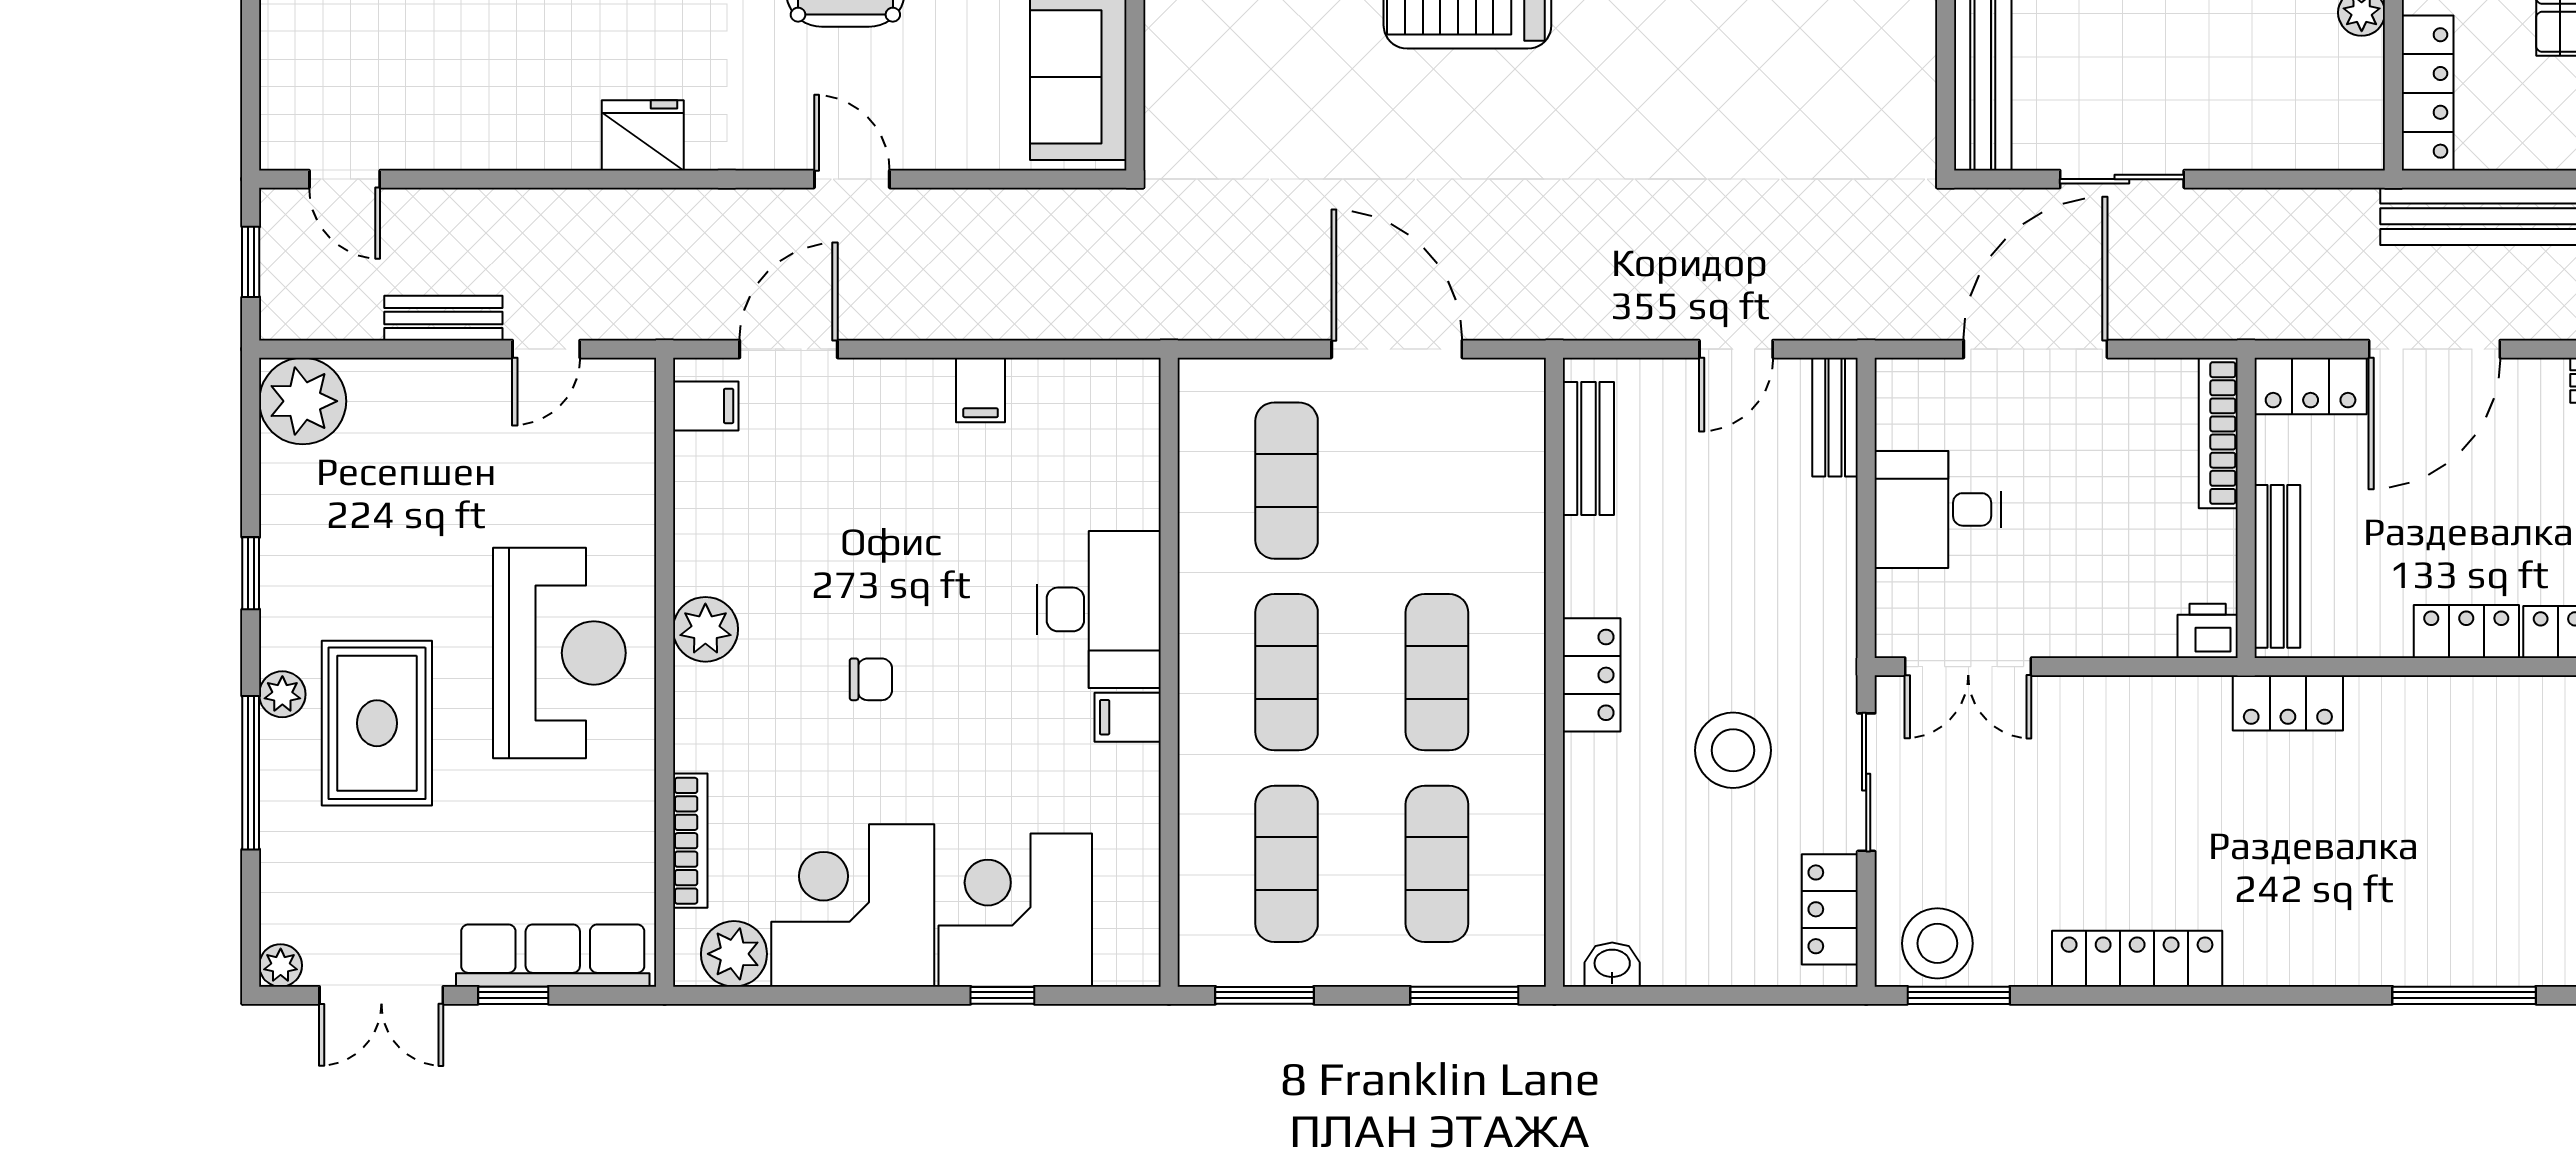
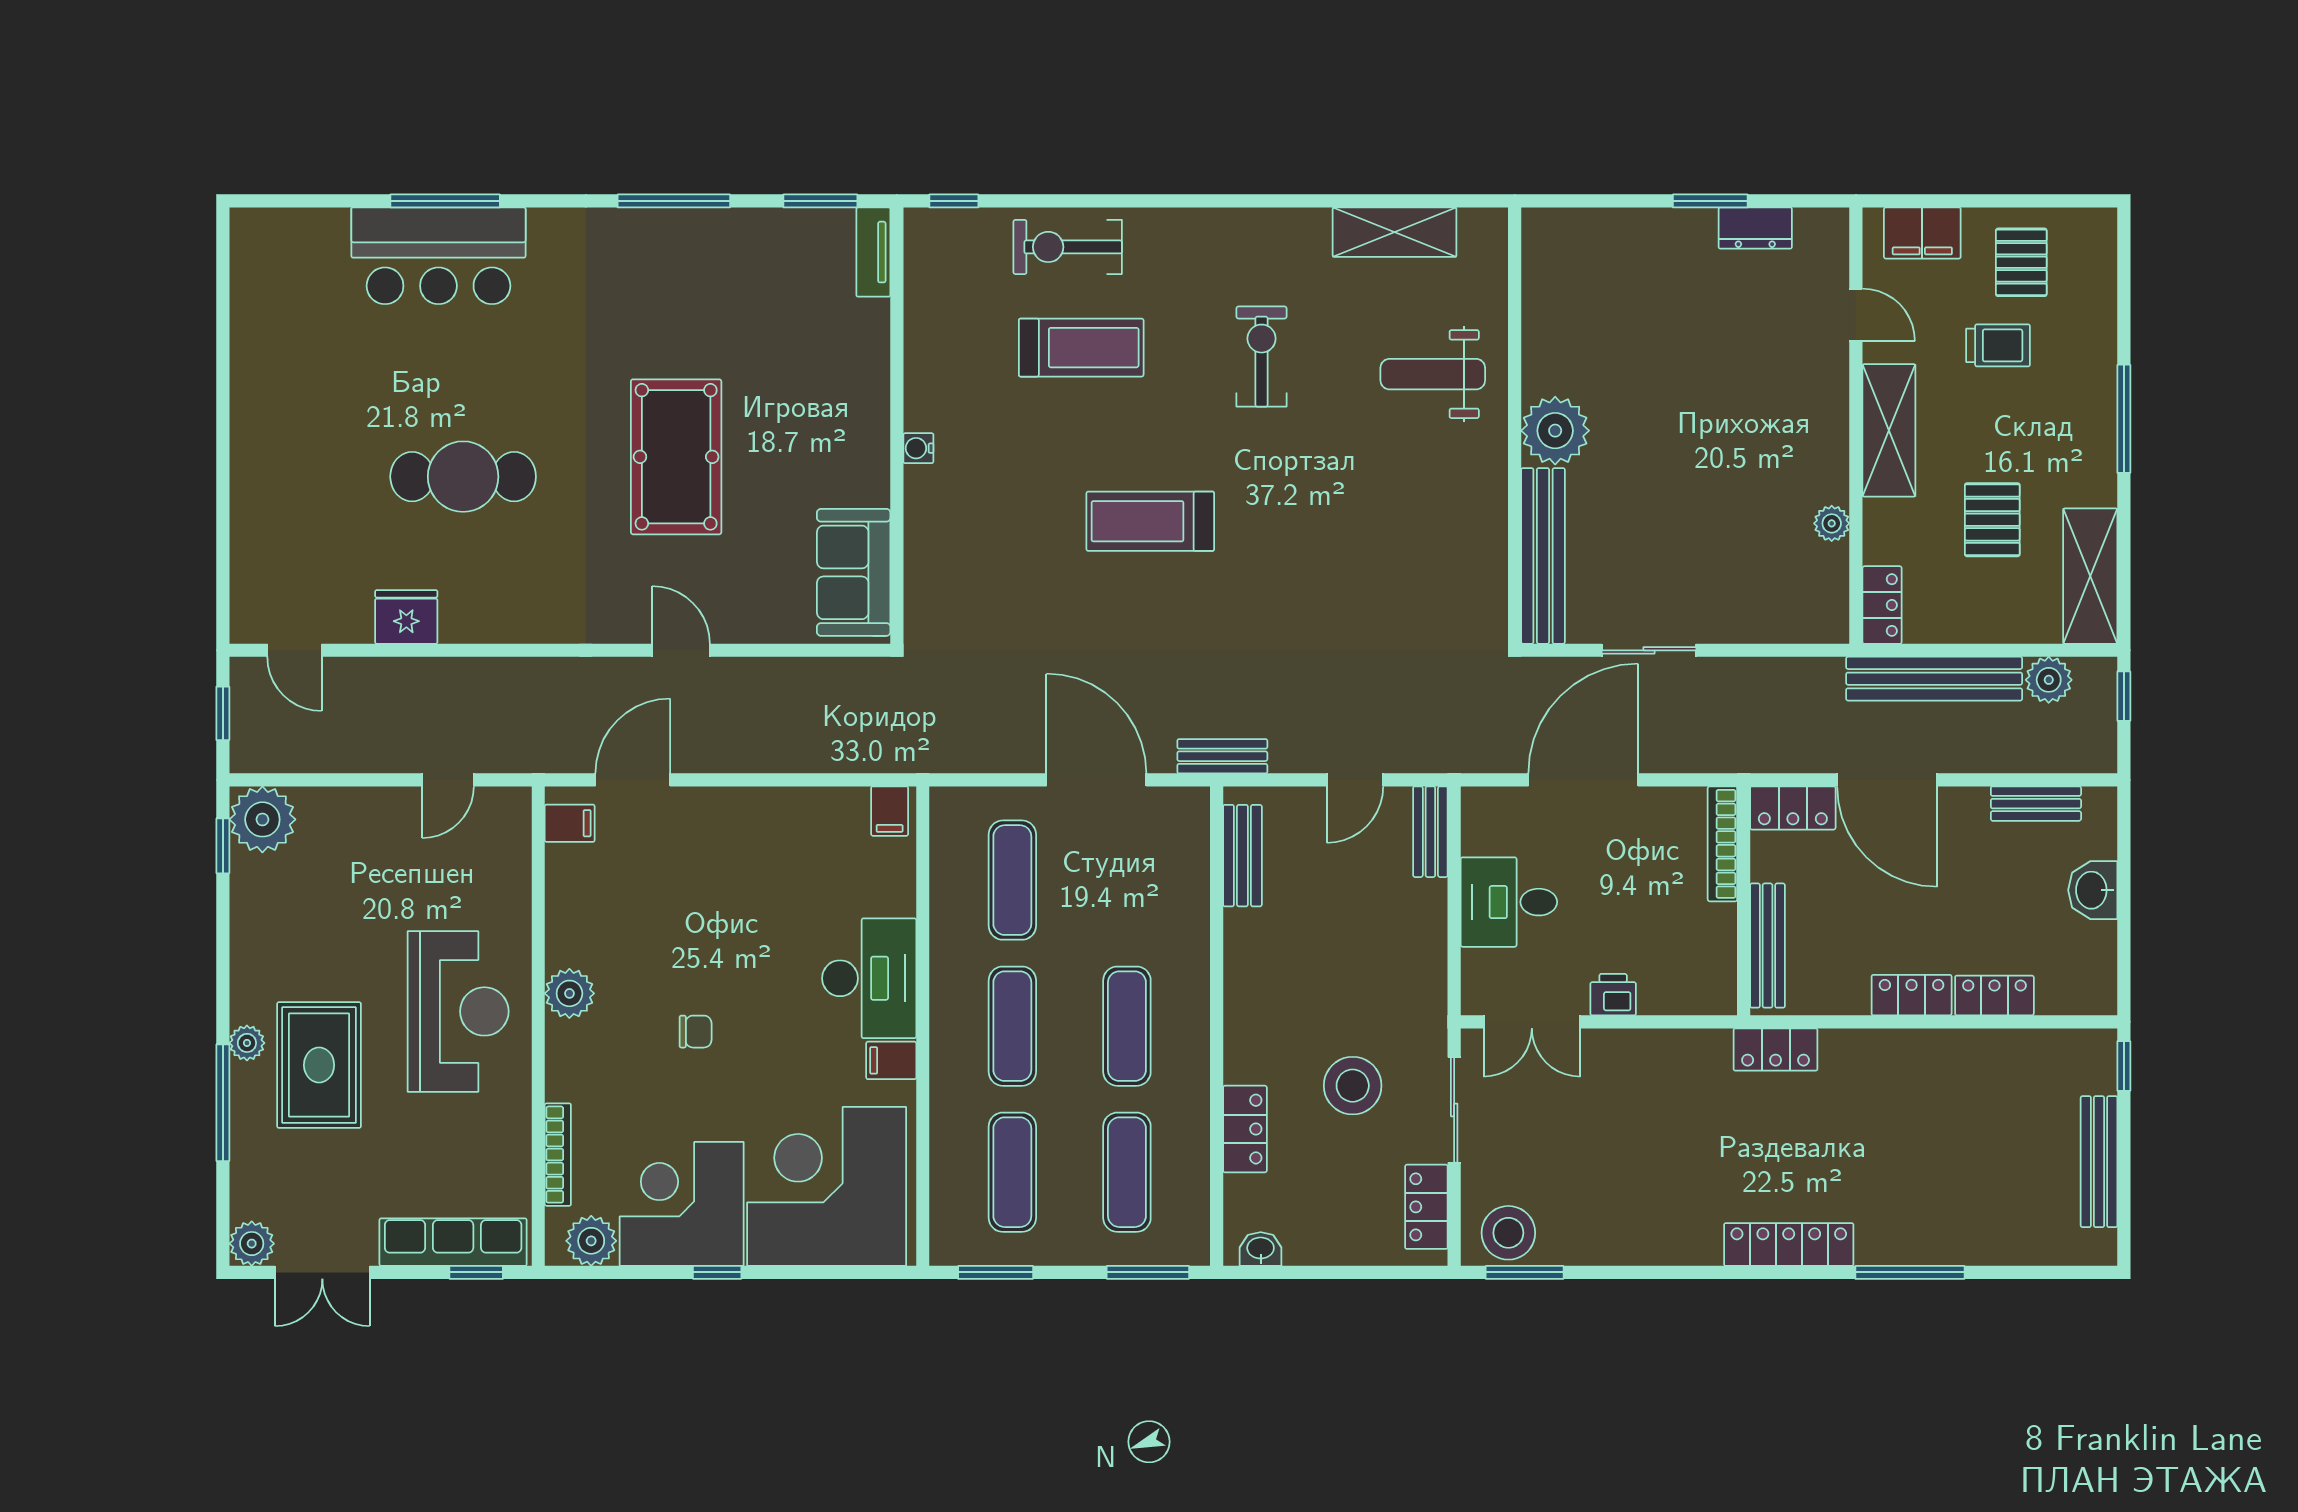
locker: (2428, 93) -> (1882, 605), width x0.66
fridge: (643, 135) -> (406, 617), moved
bench: (443, 318) -> (1222, 756), moved
door: (2434, 349) -> (1887, 780), hinge flipped
filing cabinet: (981, 390) -> (890, 811), moved
window: (251, 573) -> (223, 846), moved
printer: (2208, 631) -> (1613, 995), moved
locker: (1592, 675) -> (1245, 1129), moved
corner desk: (1015, 910) -> (827, 1186), width x1.36, depth x1.36
locker: (2137, 959) -> (1789, 1244), moved
plant: (281, 965) -> (252, 1244), width x1.38, depth x1.38
window: (513, 995) -> (476, 1272), moved
window: (1002, 995) -> (717, 1272), moved

